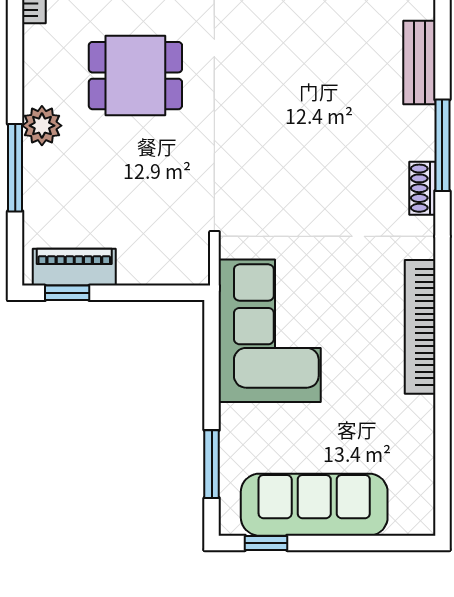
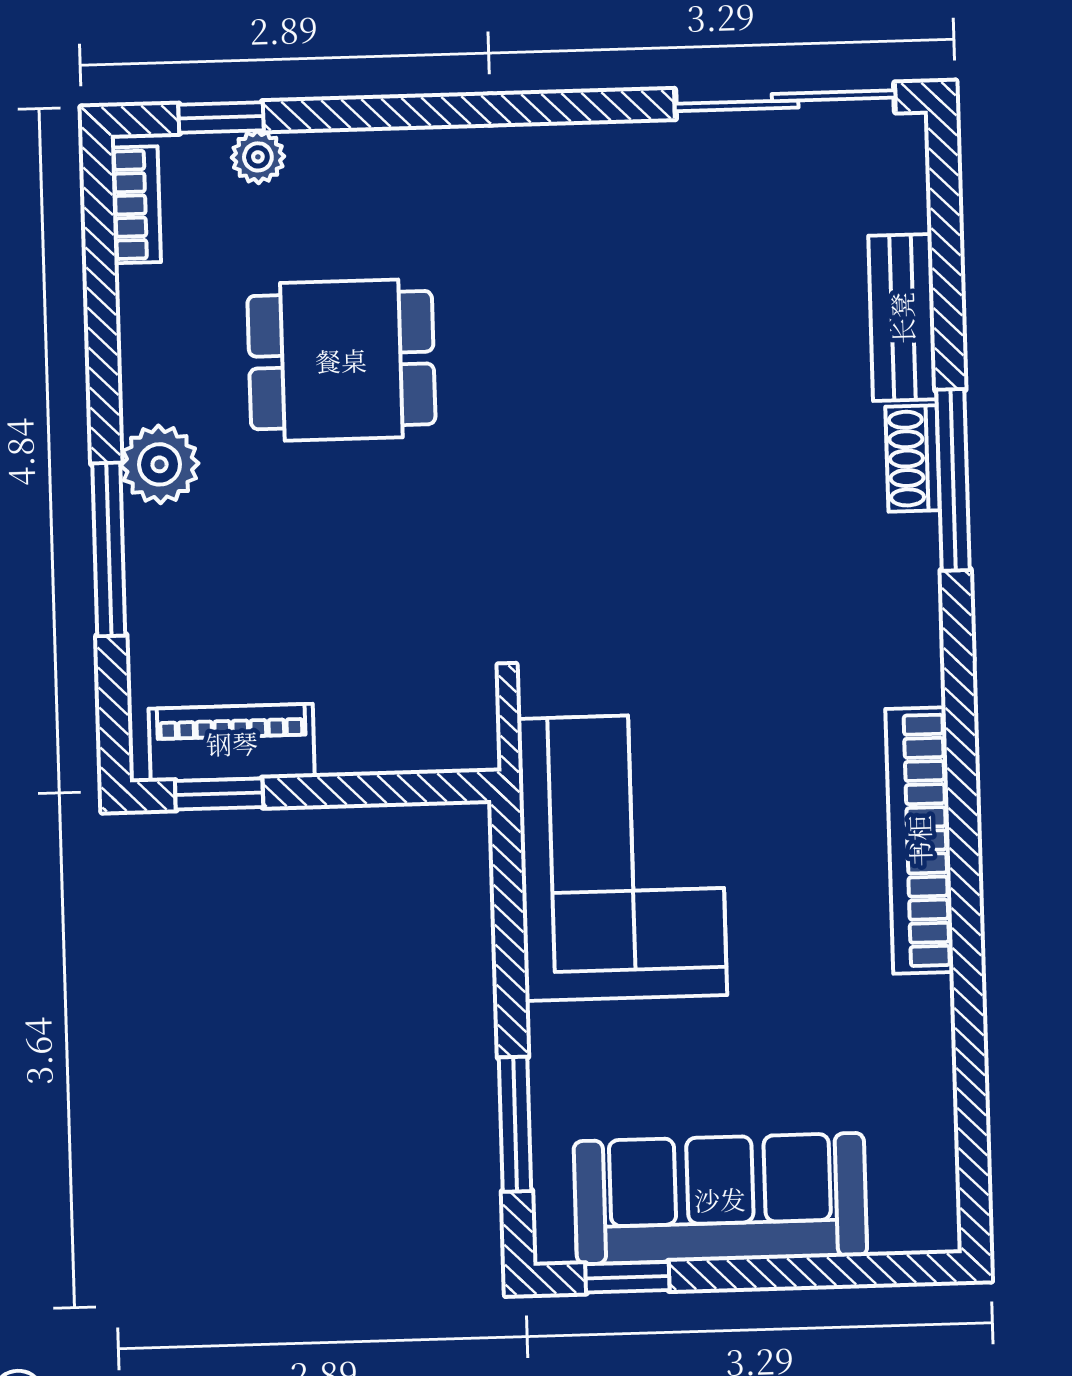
shoe rack: (422, 188) -> (913, 458), moved

